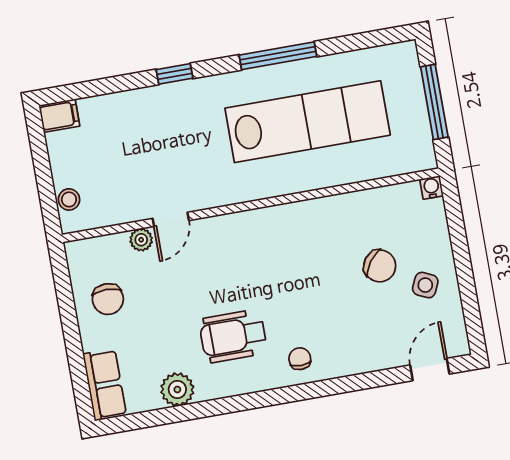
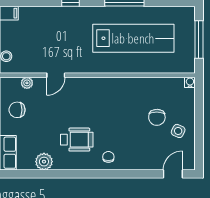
plant: (141, 240) -> (27, 83), moved
chair: (380, 266) -> (157, 117), turned 55
chair: (108, 299) -> (17, 110), turned 90
wheelchair: (233, 336) -> (77, 140), turned 180

